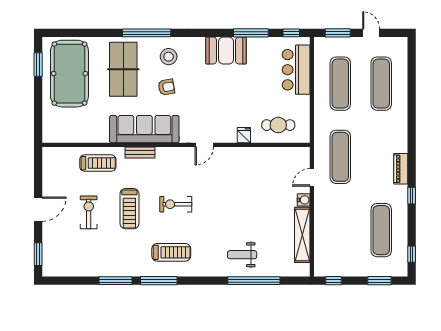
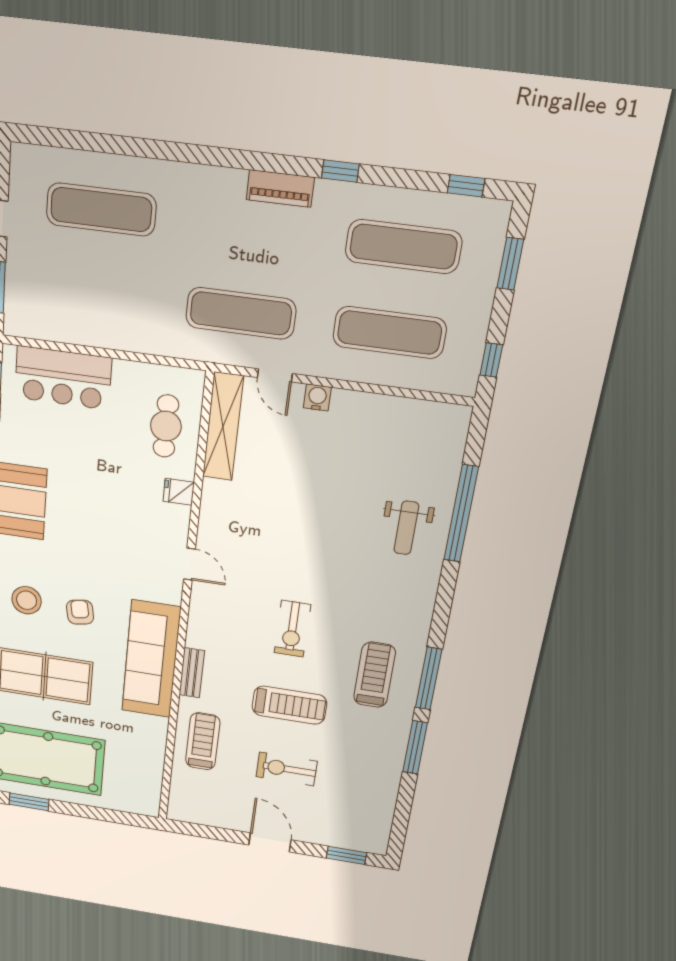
exercise mat: (340, 84) -> (389, 333), moved
shelving: (302, 235) -> (223, 427), moved, turned 90
treadmill: (171, 252) -> (375, 675), moved

